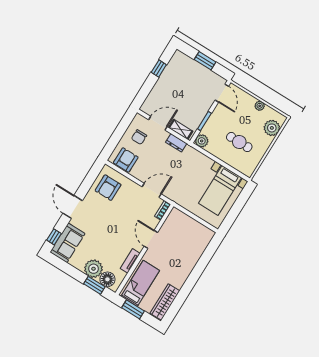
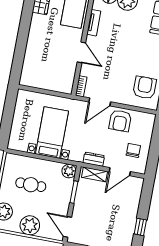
plant: (260, 106) -> (30, 225), width x1.88, depth x1.88
armchair: (126, 160) -> (120, 121), moved
bed with nightstands: (220, 190) -> (52, 132), moved

